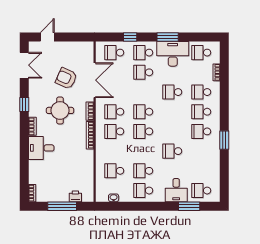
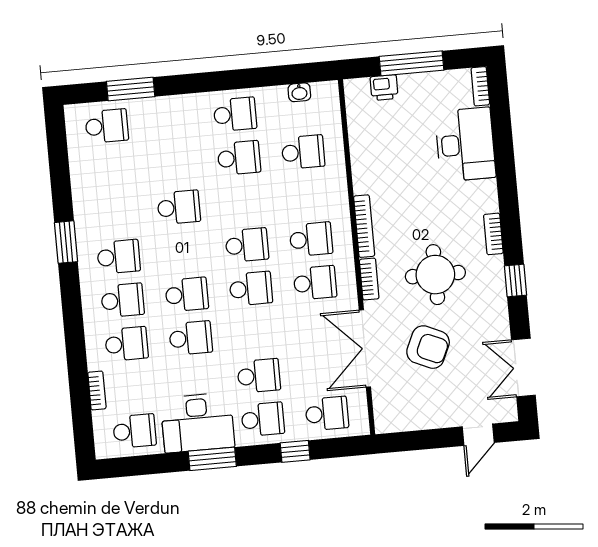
school desk: (172, 112) -> (187, 294), added
desk: (41, 148) -> (465, 144), moved, width x1.37
desk: (176, 190) -> (162, 122), removed

